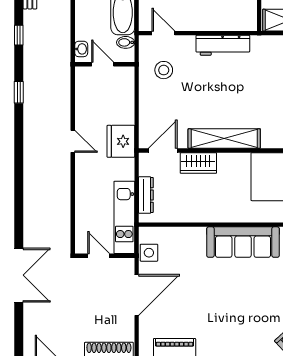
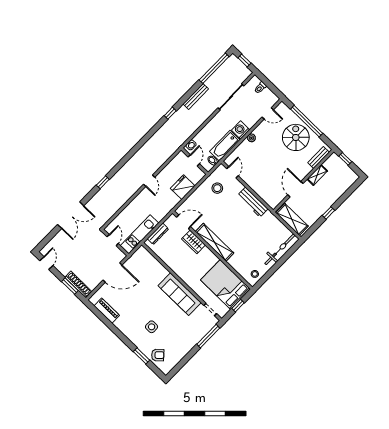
window: (19, 92) -> (103, 182), moved
fridge: (121, 141) -> (183, 187), moved
side table: (149, 253) -> (152, 327), moved

